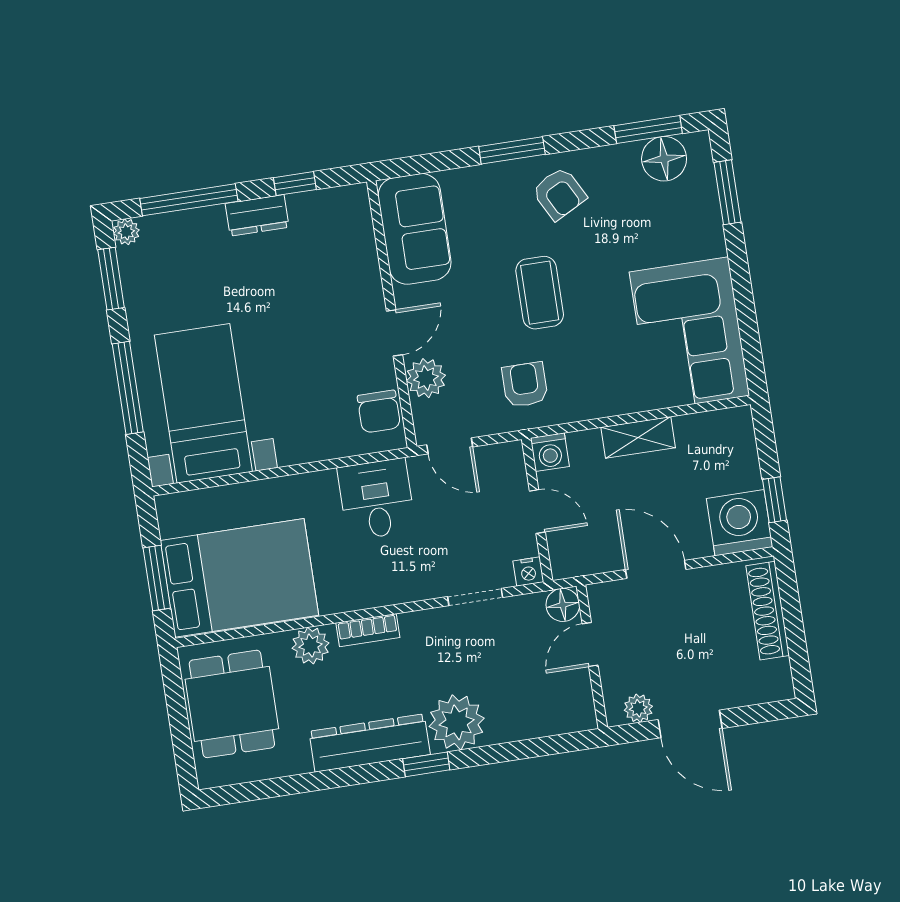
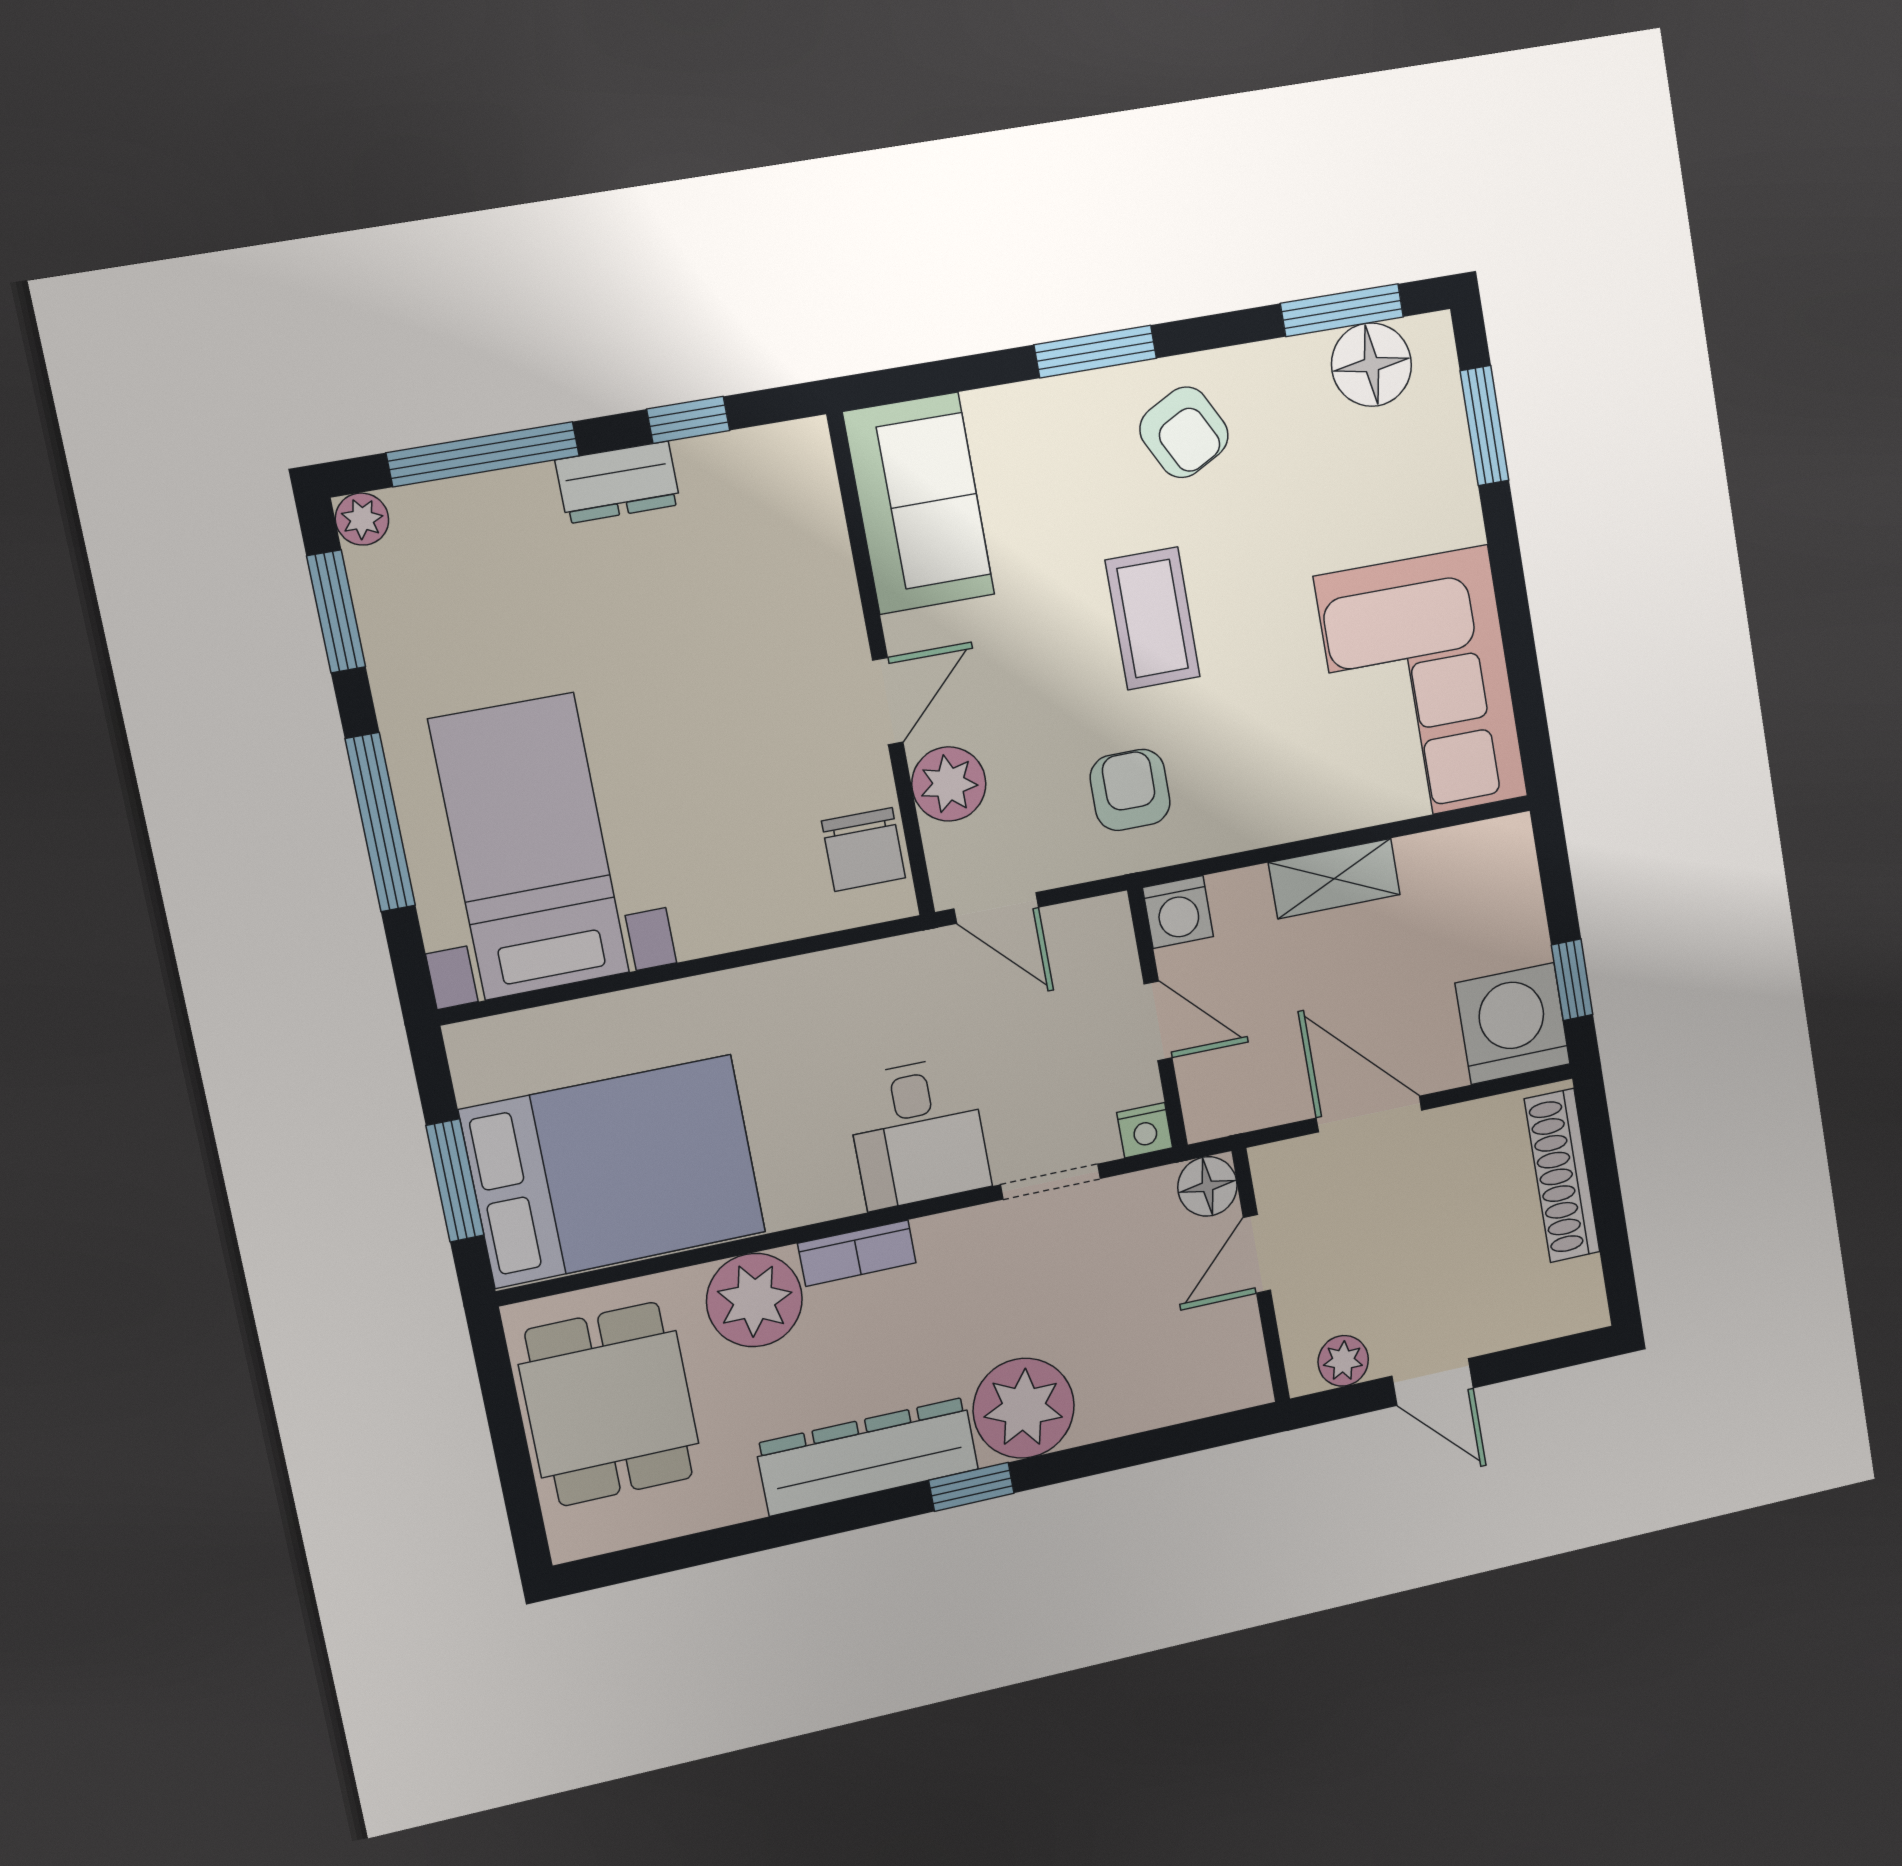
desk: (376, 499) -> (918, 1133), moved, turned 180
plant: (311, 646) -> (754, 1300), width x1.36, depth x1.36
door: (690, 724) -> (1433, 1382), width x0.73

